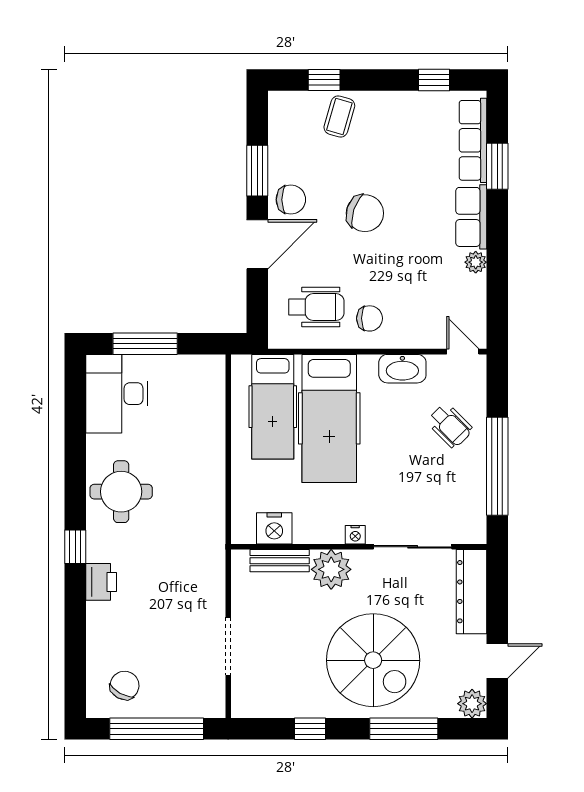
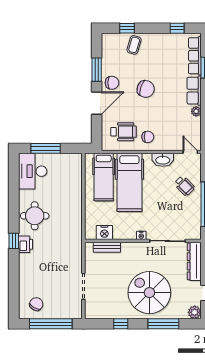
plant: (331, 569) -> (130, 251), removed
printer: (101, 582) -> (26, 244), moved
spiral stairs: (373, 660) -> (149, 293), turned 180

